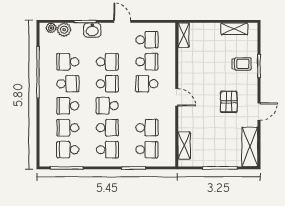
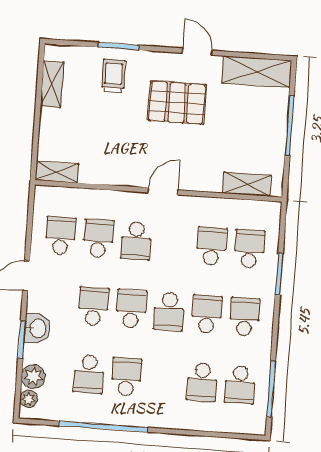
pallet: (229, 102) -> (177, 103), width x1.50, depth x1.42
school desk: (68, 106) -> (164, 379), removed

